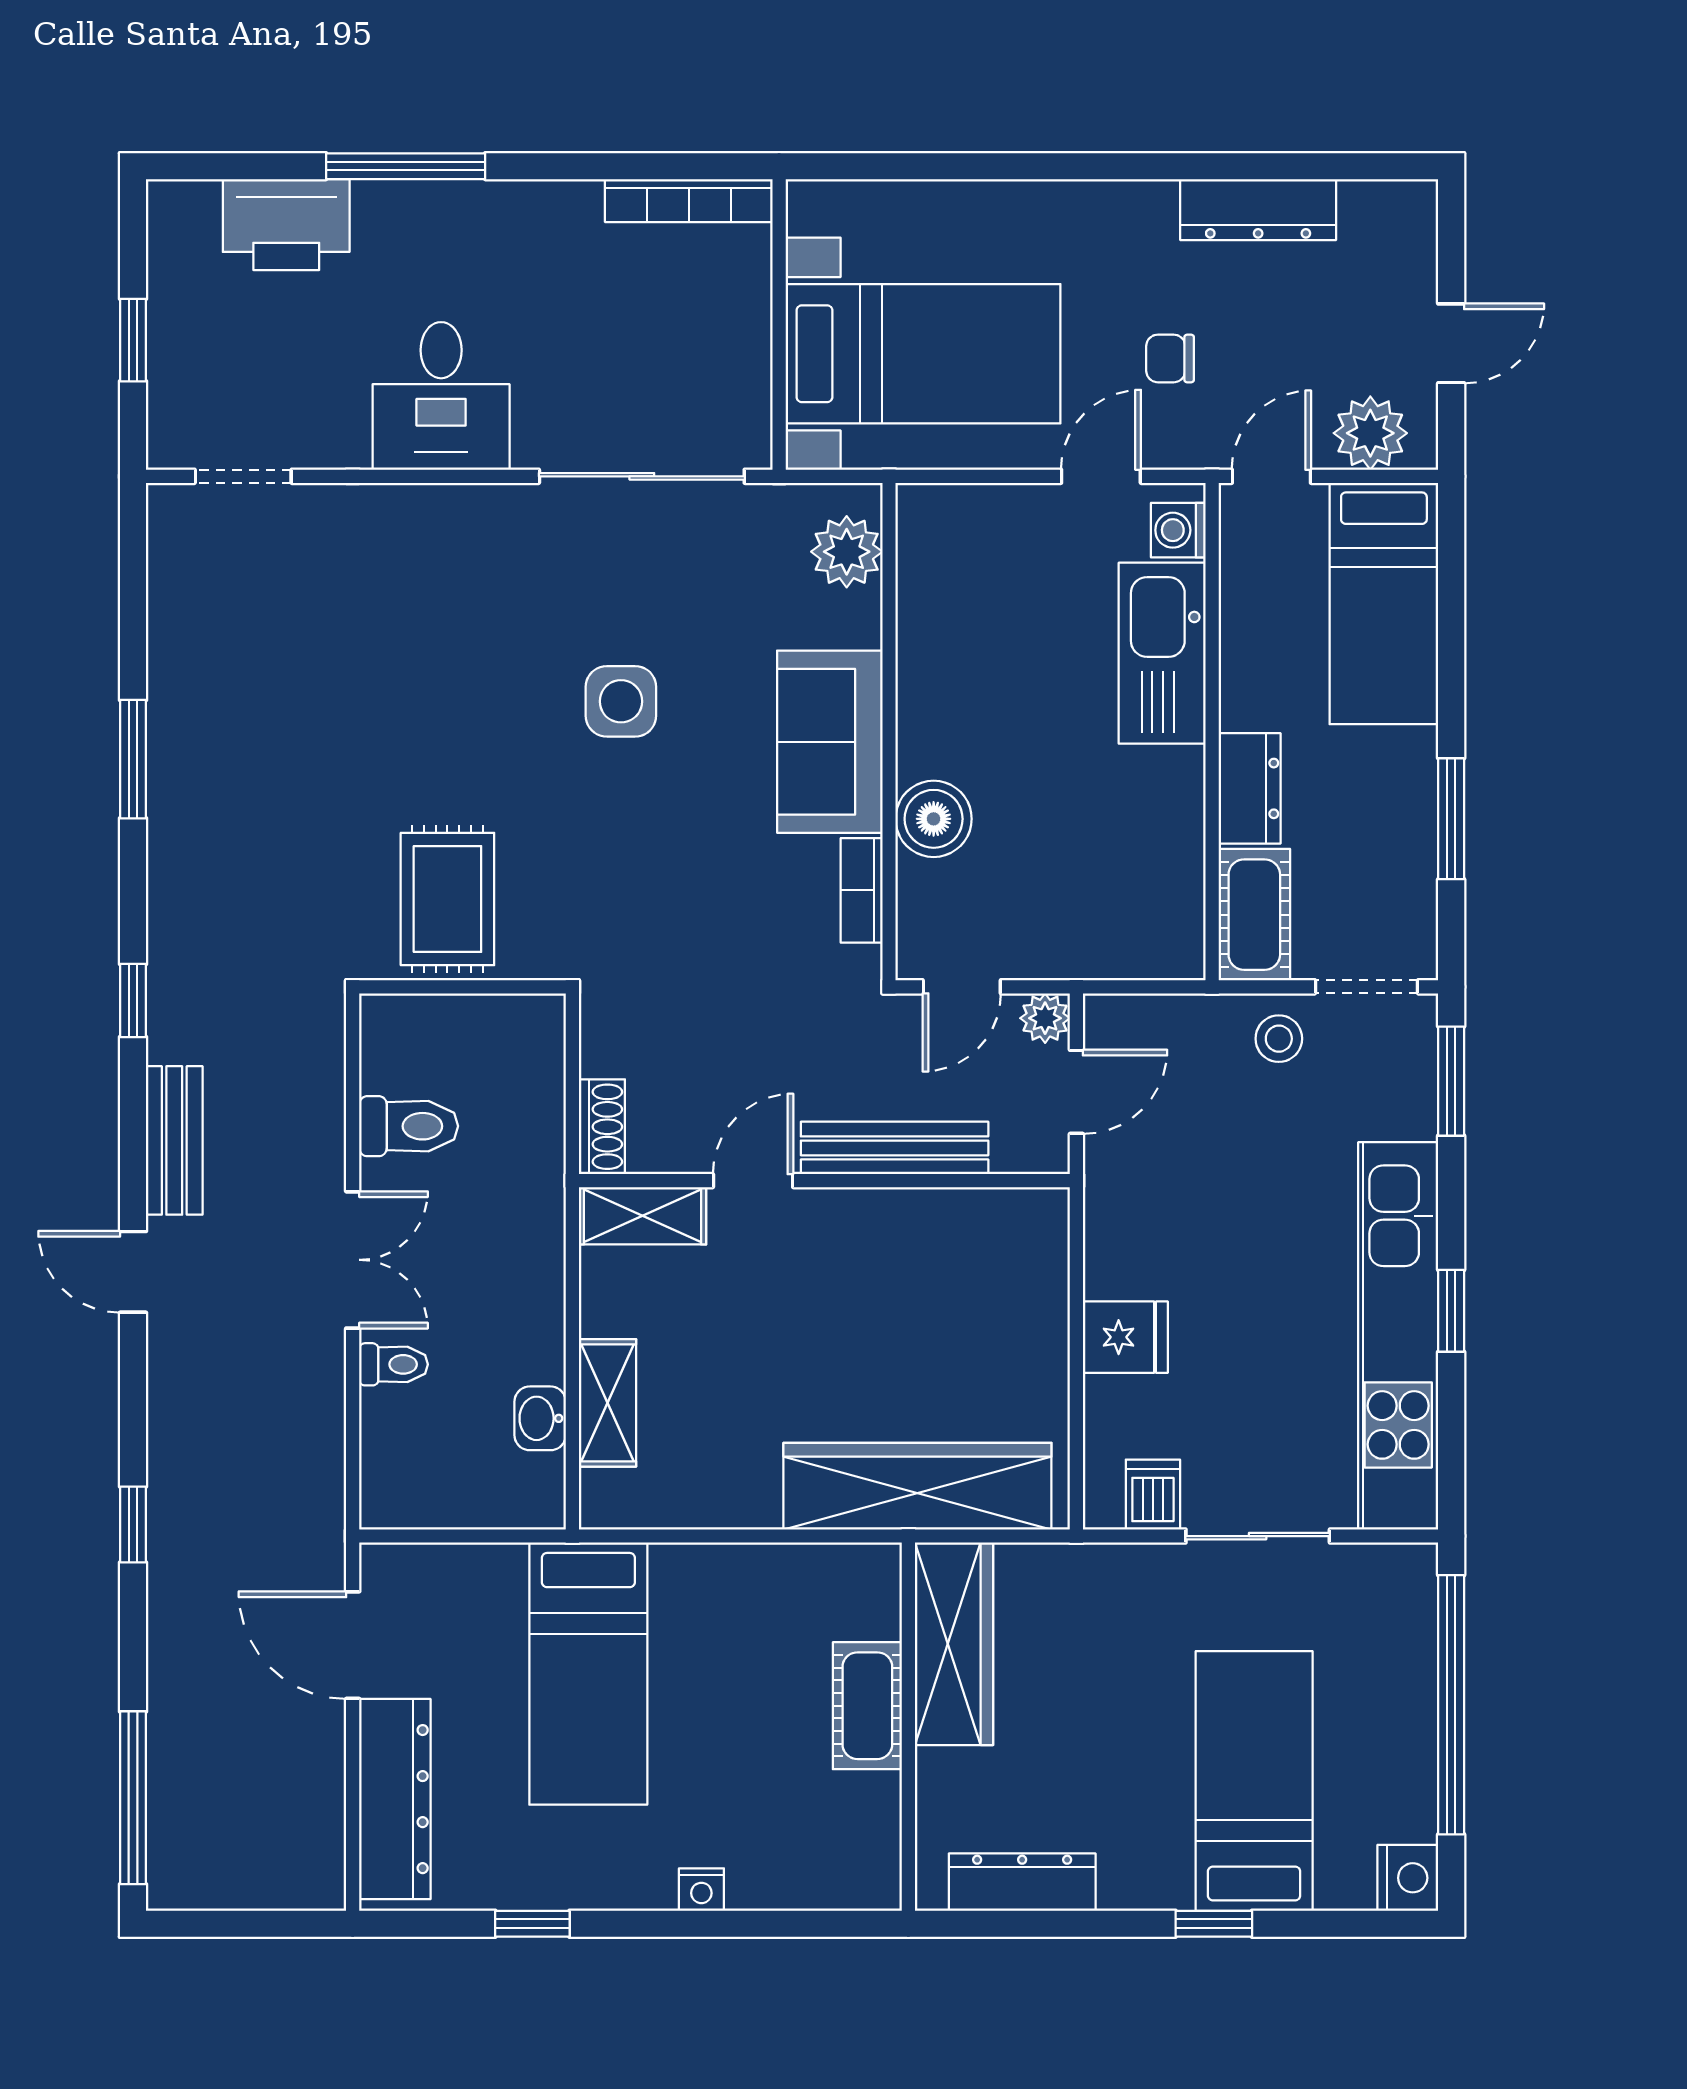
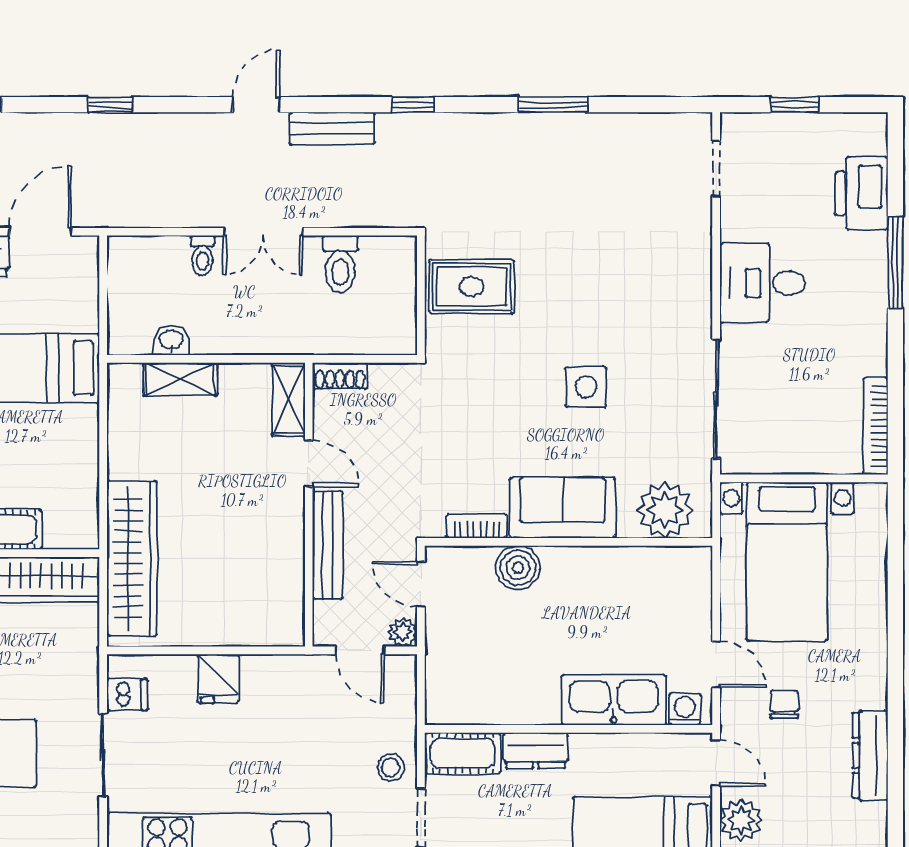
plant: (847, 552) -> (665, 510), width x1.36, depth x1.36

